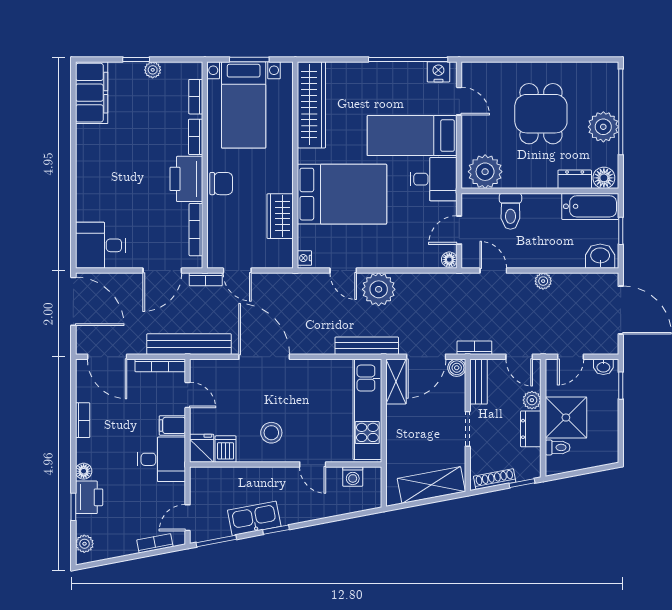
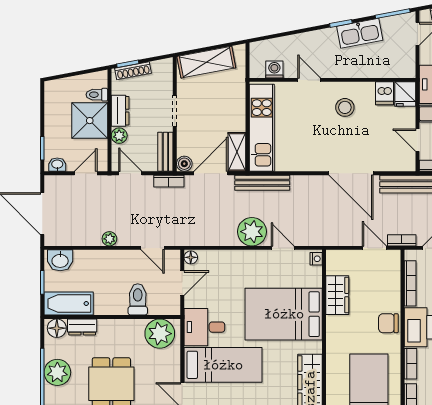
shoe rack: (495, 479) -> (133, 71), moved

